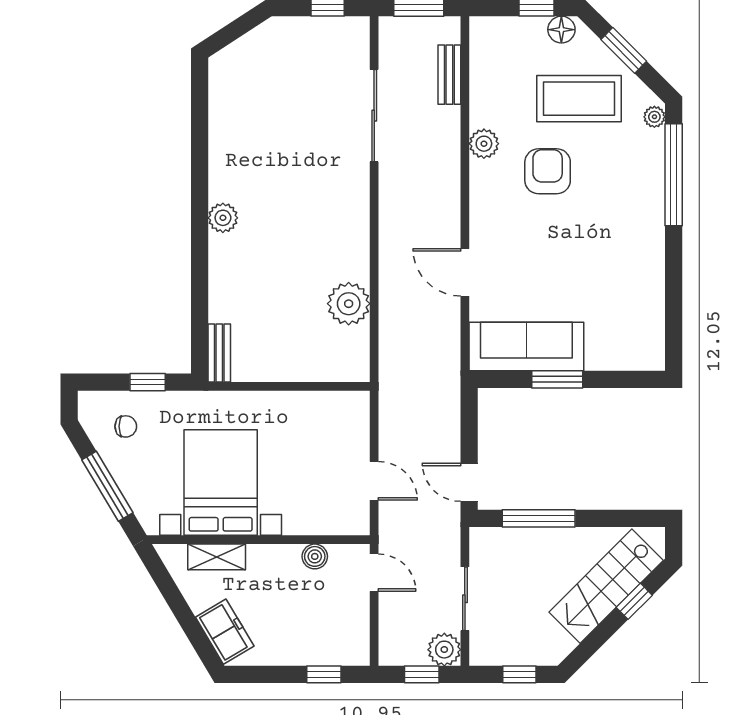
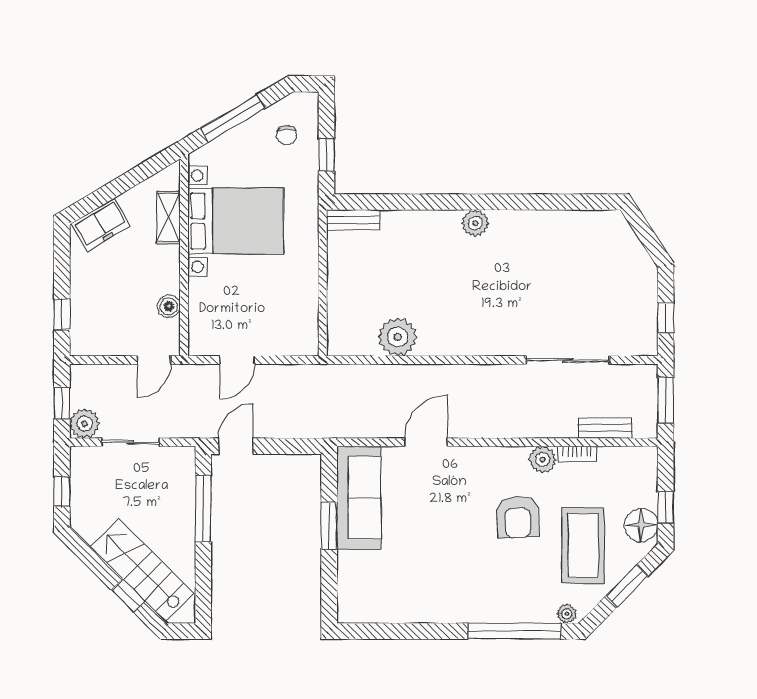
floor lamp: (561, 30) -> (641, 525), width x1.38, depth x1.38
bookcase: (478, 105) -> (577, 454), added
armchair: (548, 171) -> (517, 517), turned 87

